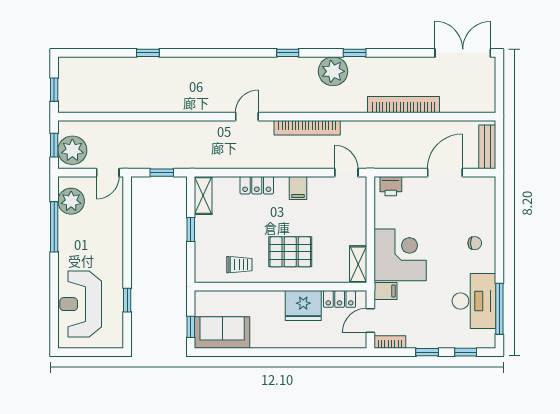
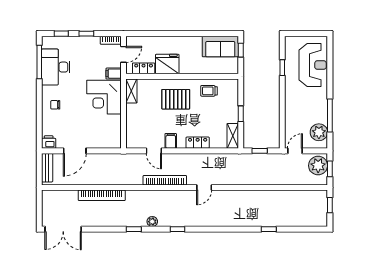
plant: (333, 71) -> (152, 222), width x0.53, depth x0.53
door: (346, 173) -> (154, 151), moved
printer: (391, 186) -> (49, 142), moved

